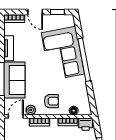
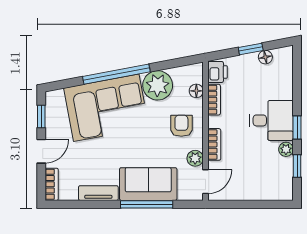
plant: (77, 86) -> (158, 85), added
door: (16, 116) -> (206, 182), swing flipped

